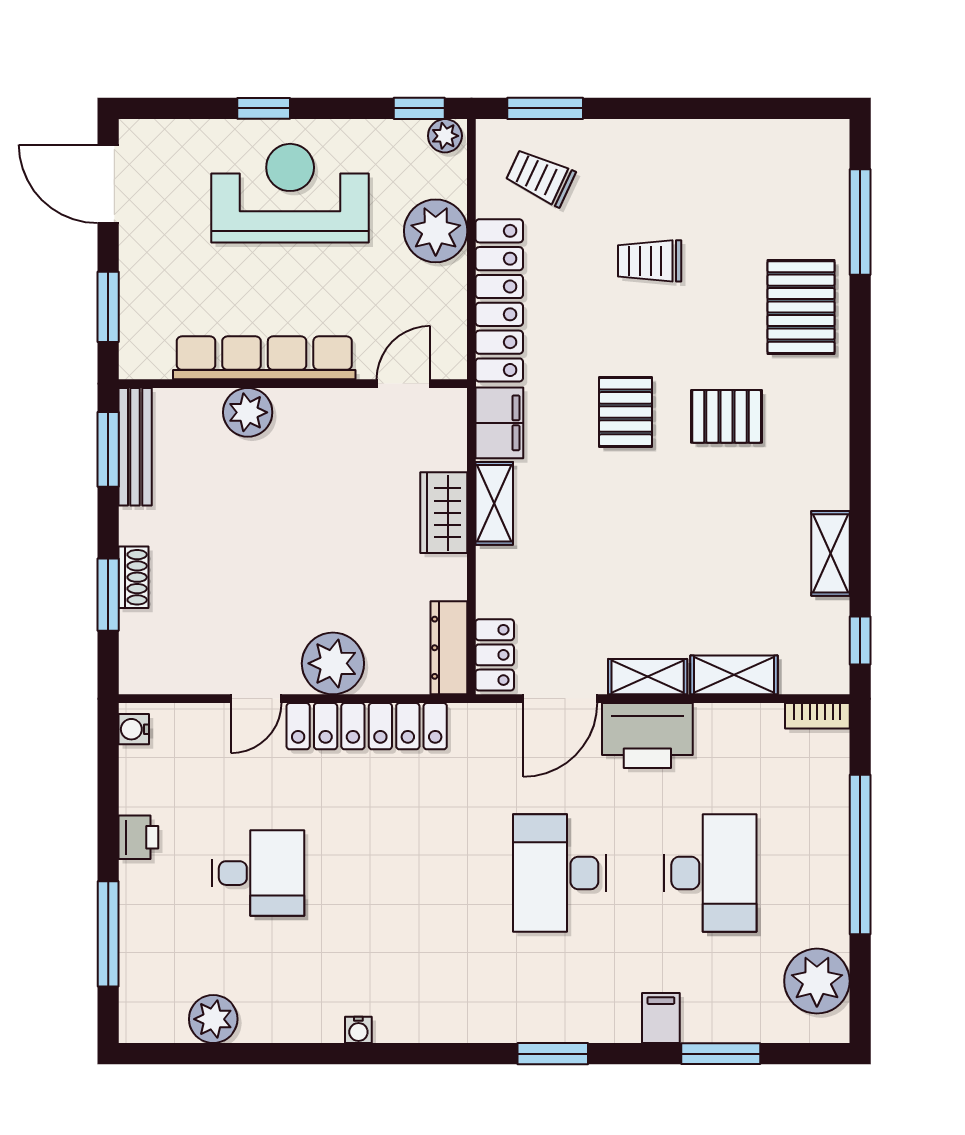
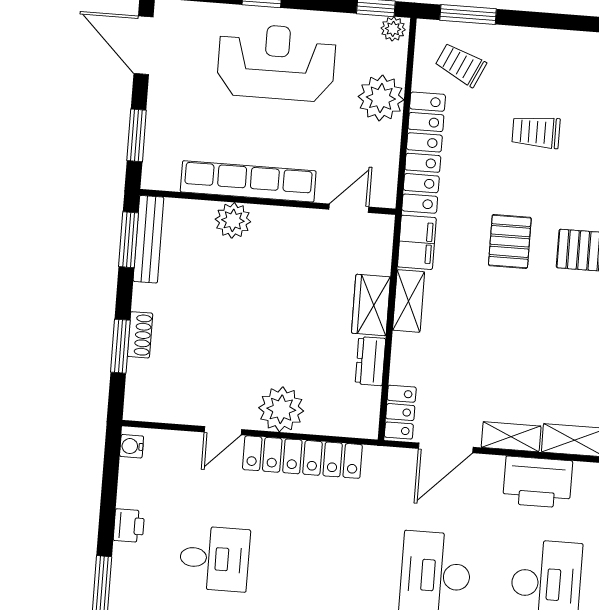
dresser: (449, 648) -> (370, 361), moved, width x0.70
printer: (647, 735) -> (538, 482), moved

